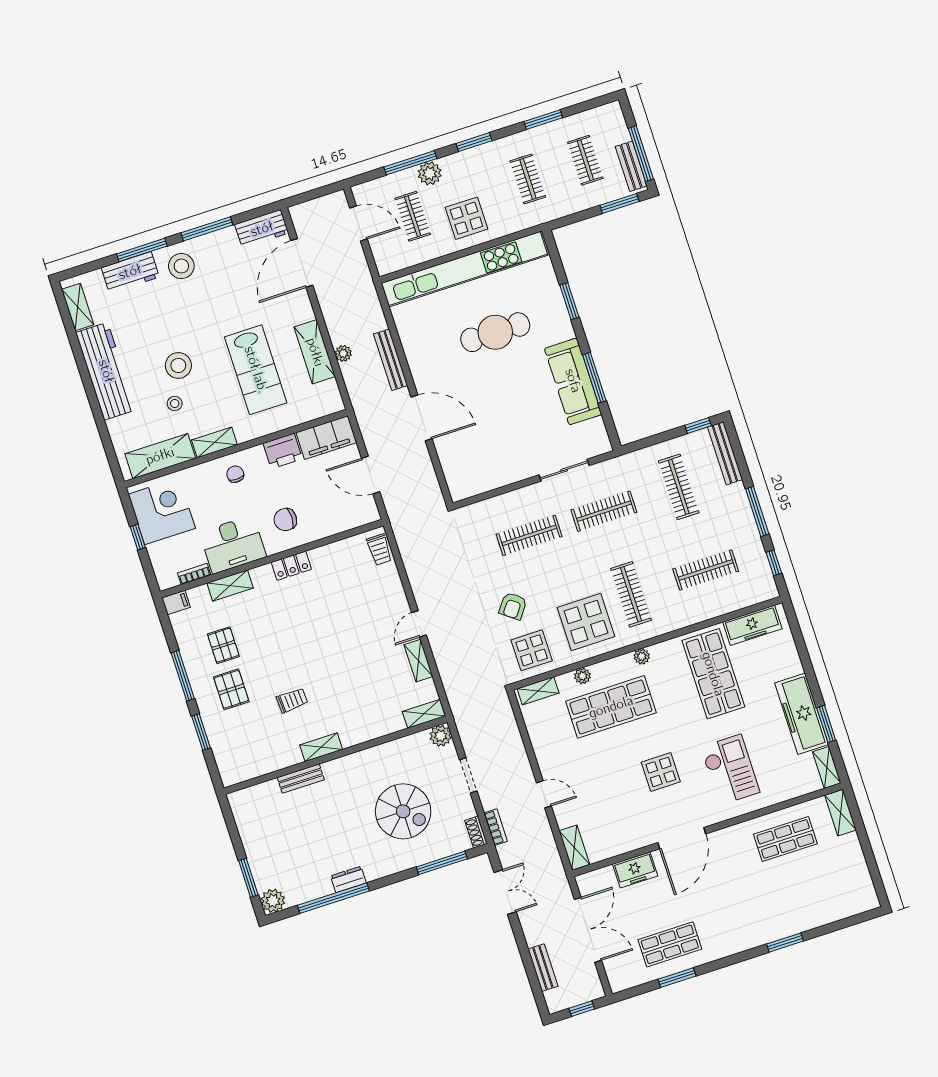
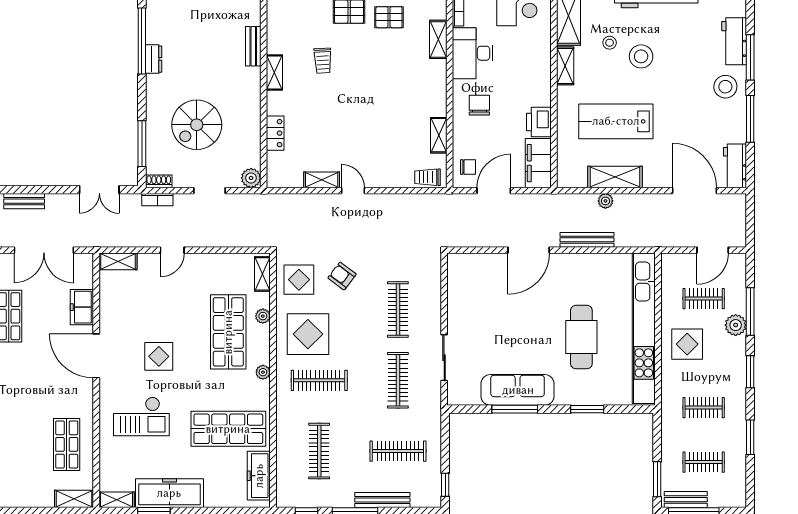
bench: (725, 453) -> (382, 500), moved
chair: (235, 474) -> (468, 167), moved
locker: (291, 566) -> (275, 133), moved, turned 180
shelving: (424, 714) -> (439, 135), moved

